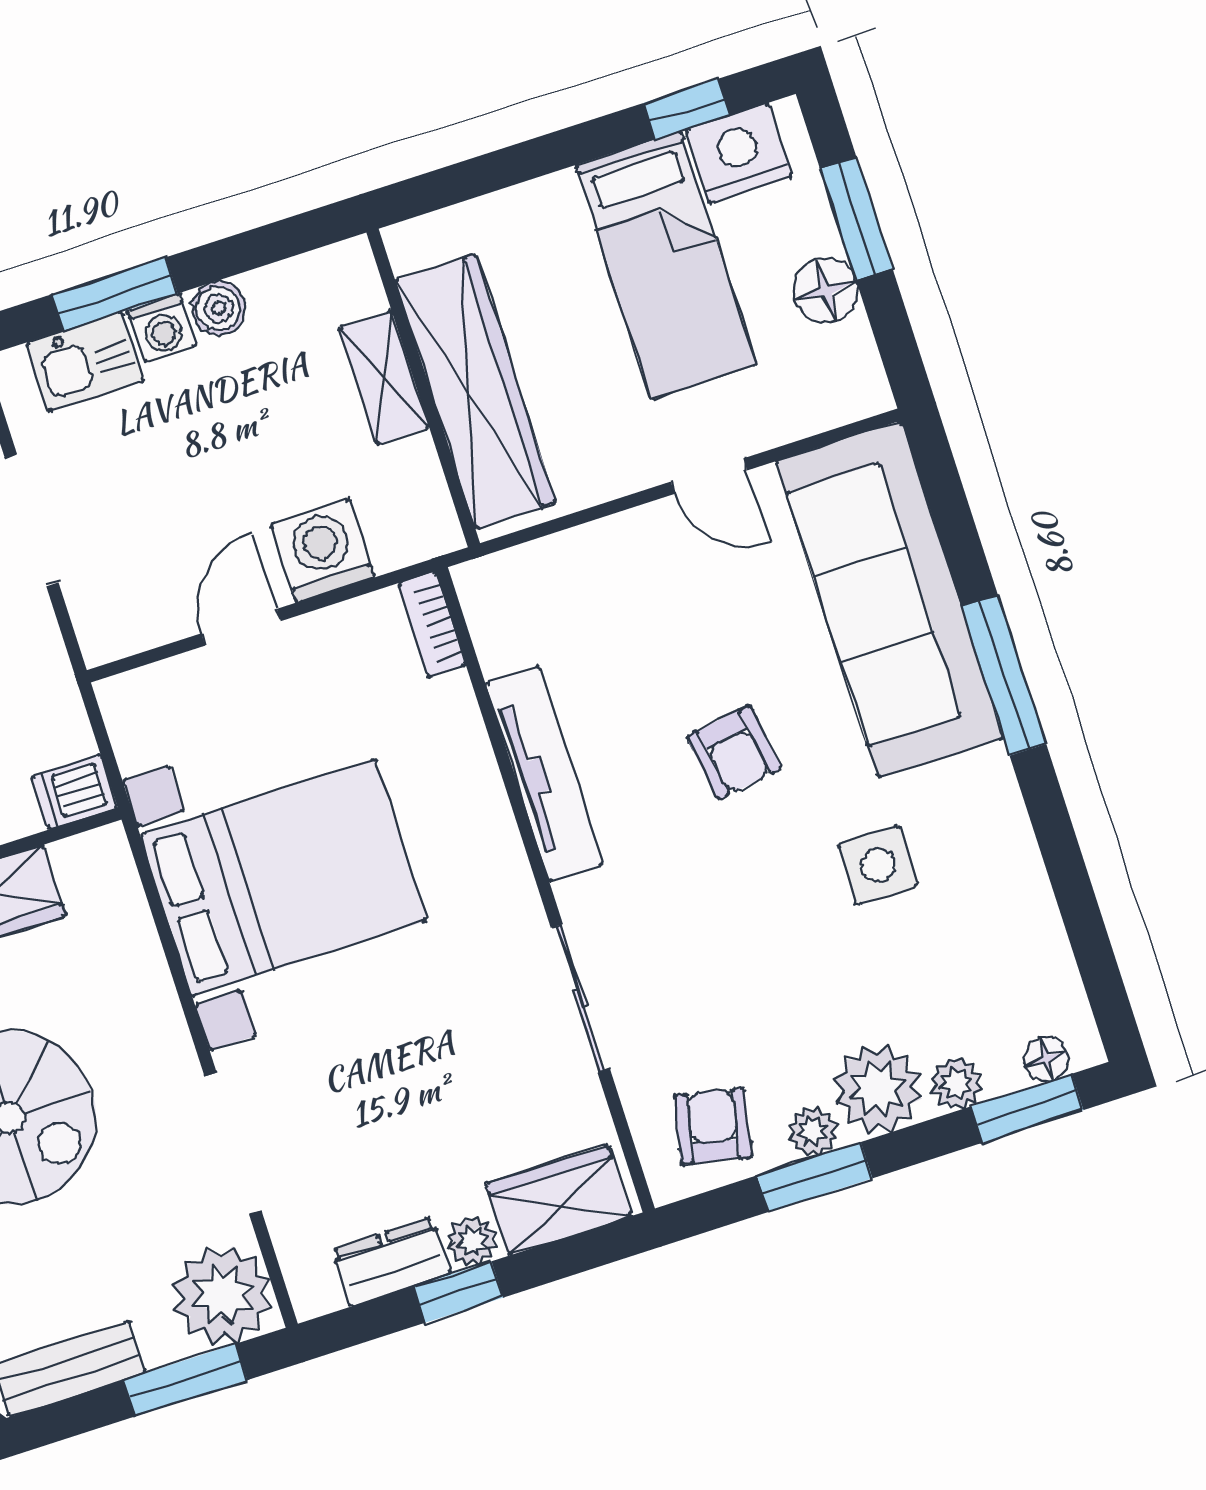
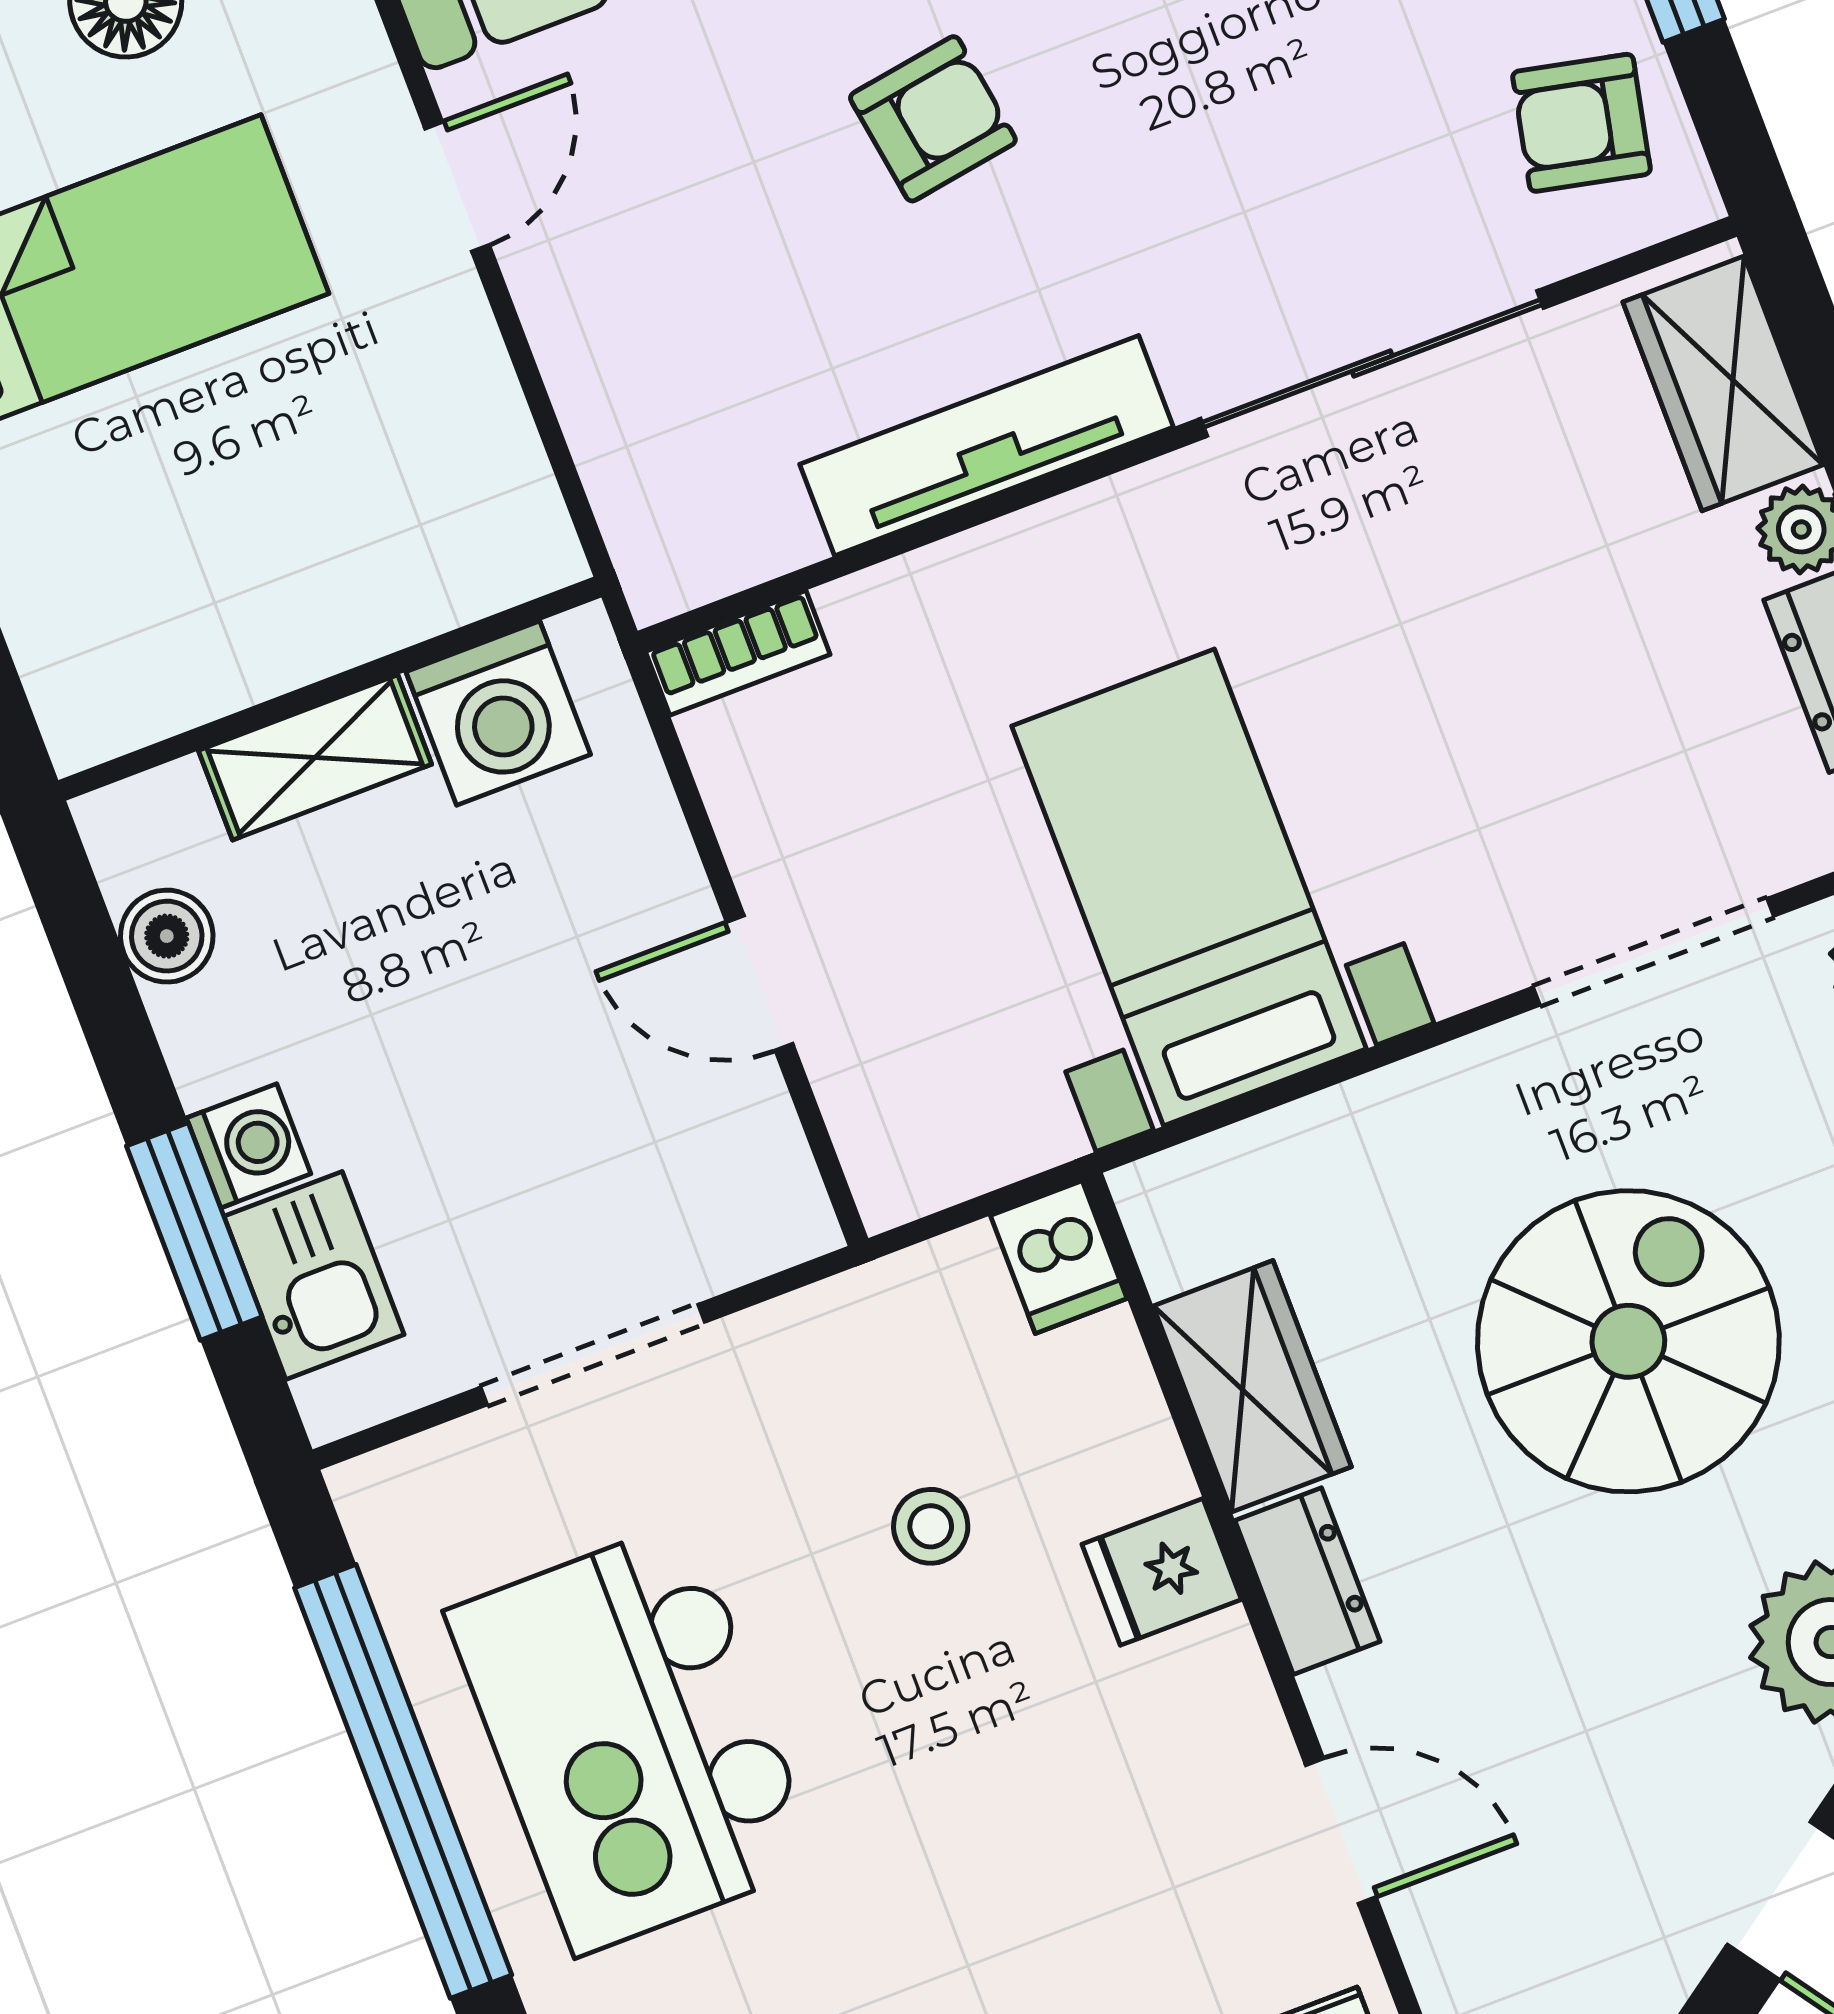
boiler: (218, 308) -> (167, 936), moved
wardrobe: (475, 391) -> (331, 598), removed
washing machine: (323, 551) -> (498, 713), moved, turned -90
bed with nightstands: (284, 878) -> (1189, 887), width x0.73
sliding door: (580, 998) -> (1372, 363), width x1.37

